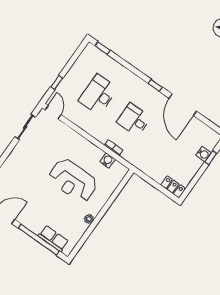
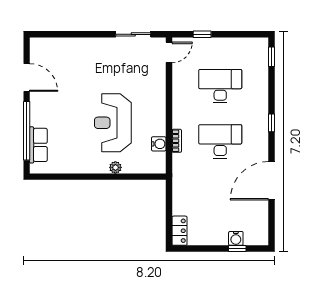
window: (155, 85) -> (271, 123), moved
desk: (134, 120) -> (220, 141), width x1.37
plant: (89, 219) -> (115, 167), moved

